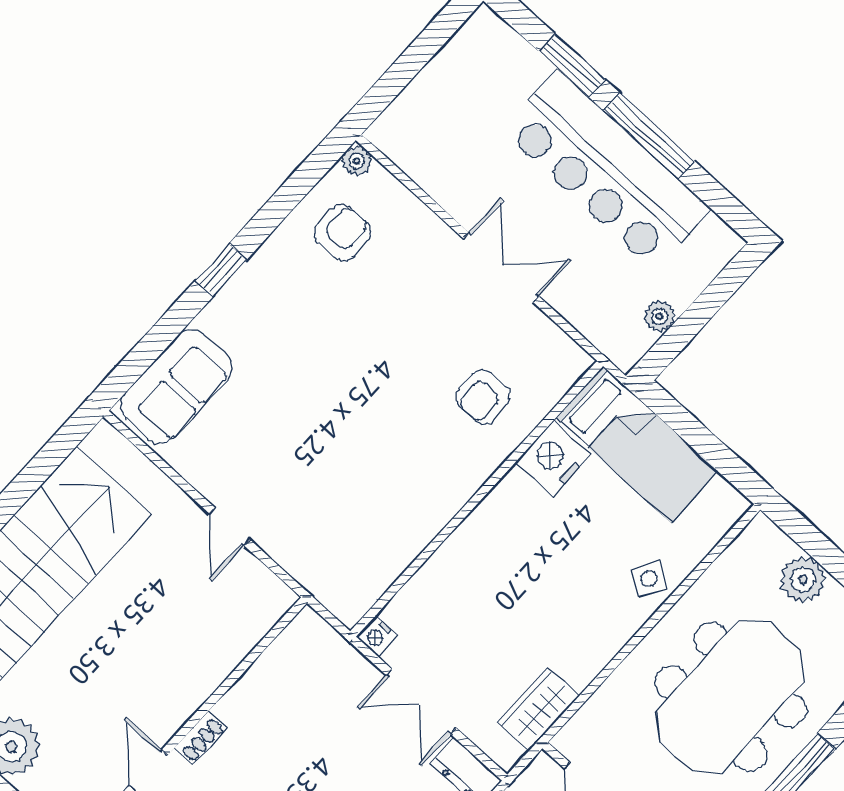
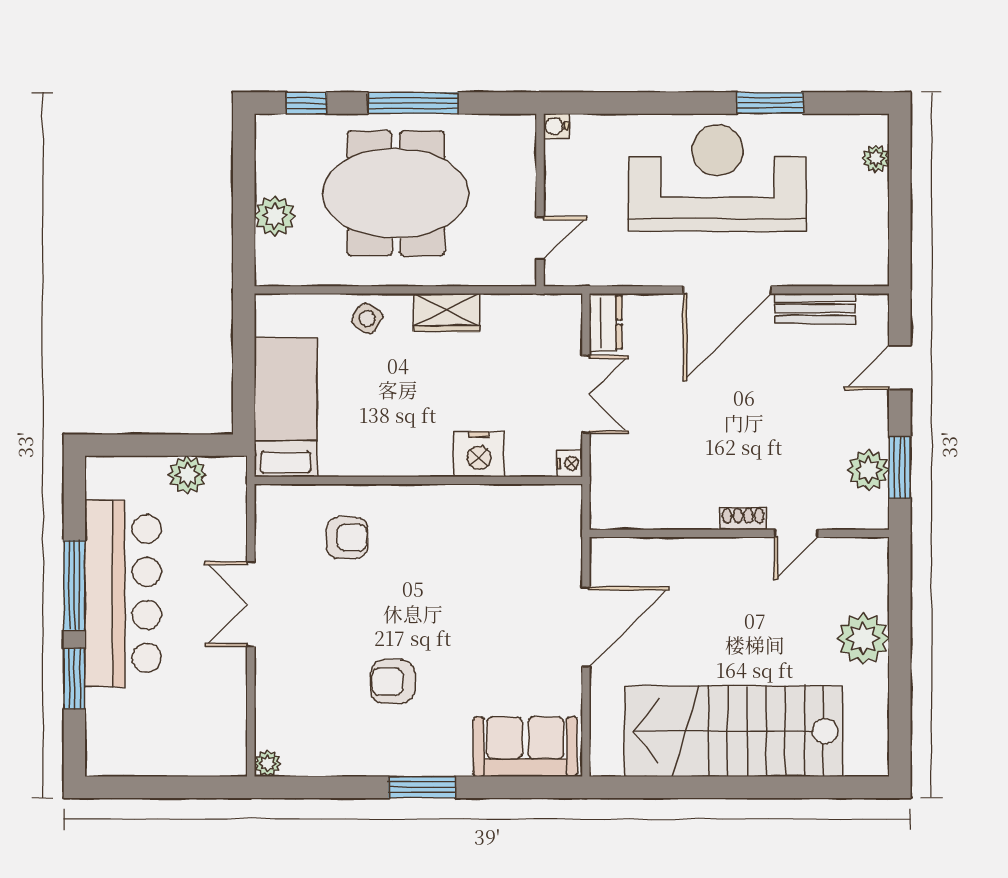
armchair: (343, 233) -> (393, 682), moved
window: (221, 270) -> (422, 787), width x1.50
plant: (660, 316) -> (187, 475), width x1.38, depth x1.38
nightstand: (553, 458) -> (479, 454), moved
door: (230, 527) -> (586, 627), width x1.87
wardrobe: (539, 709) -> (446, 313), moved

